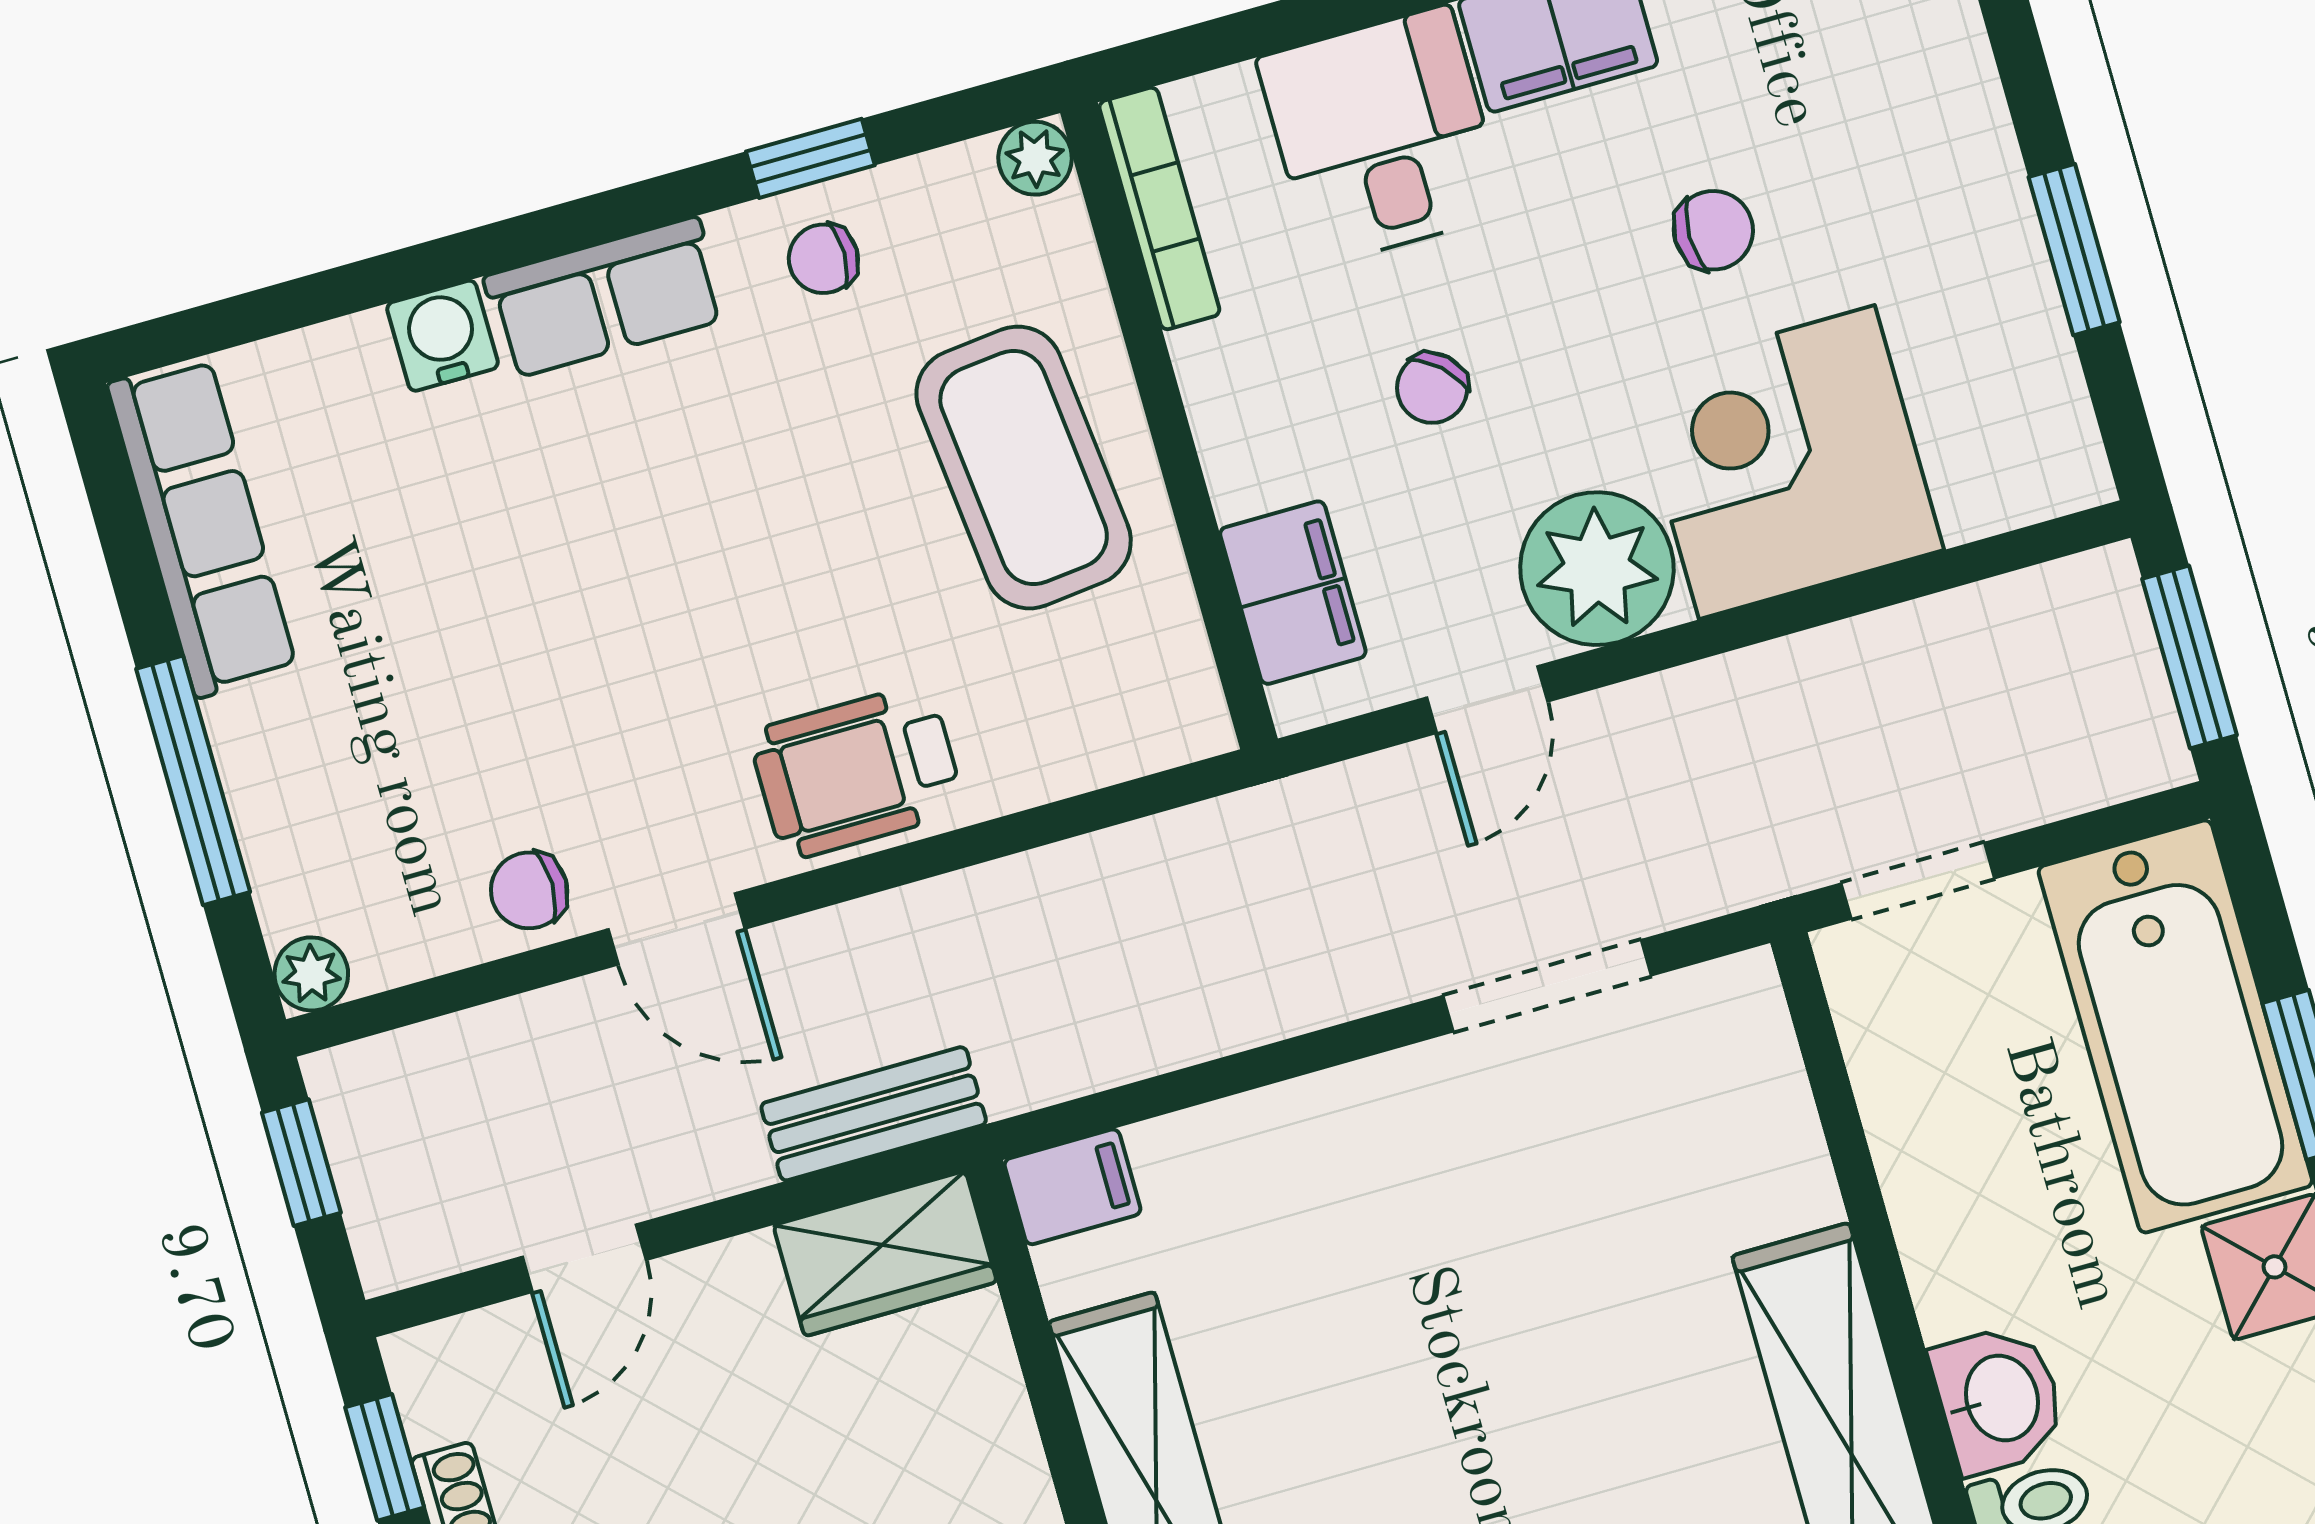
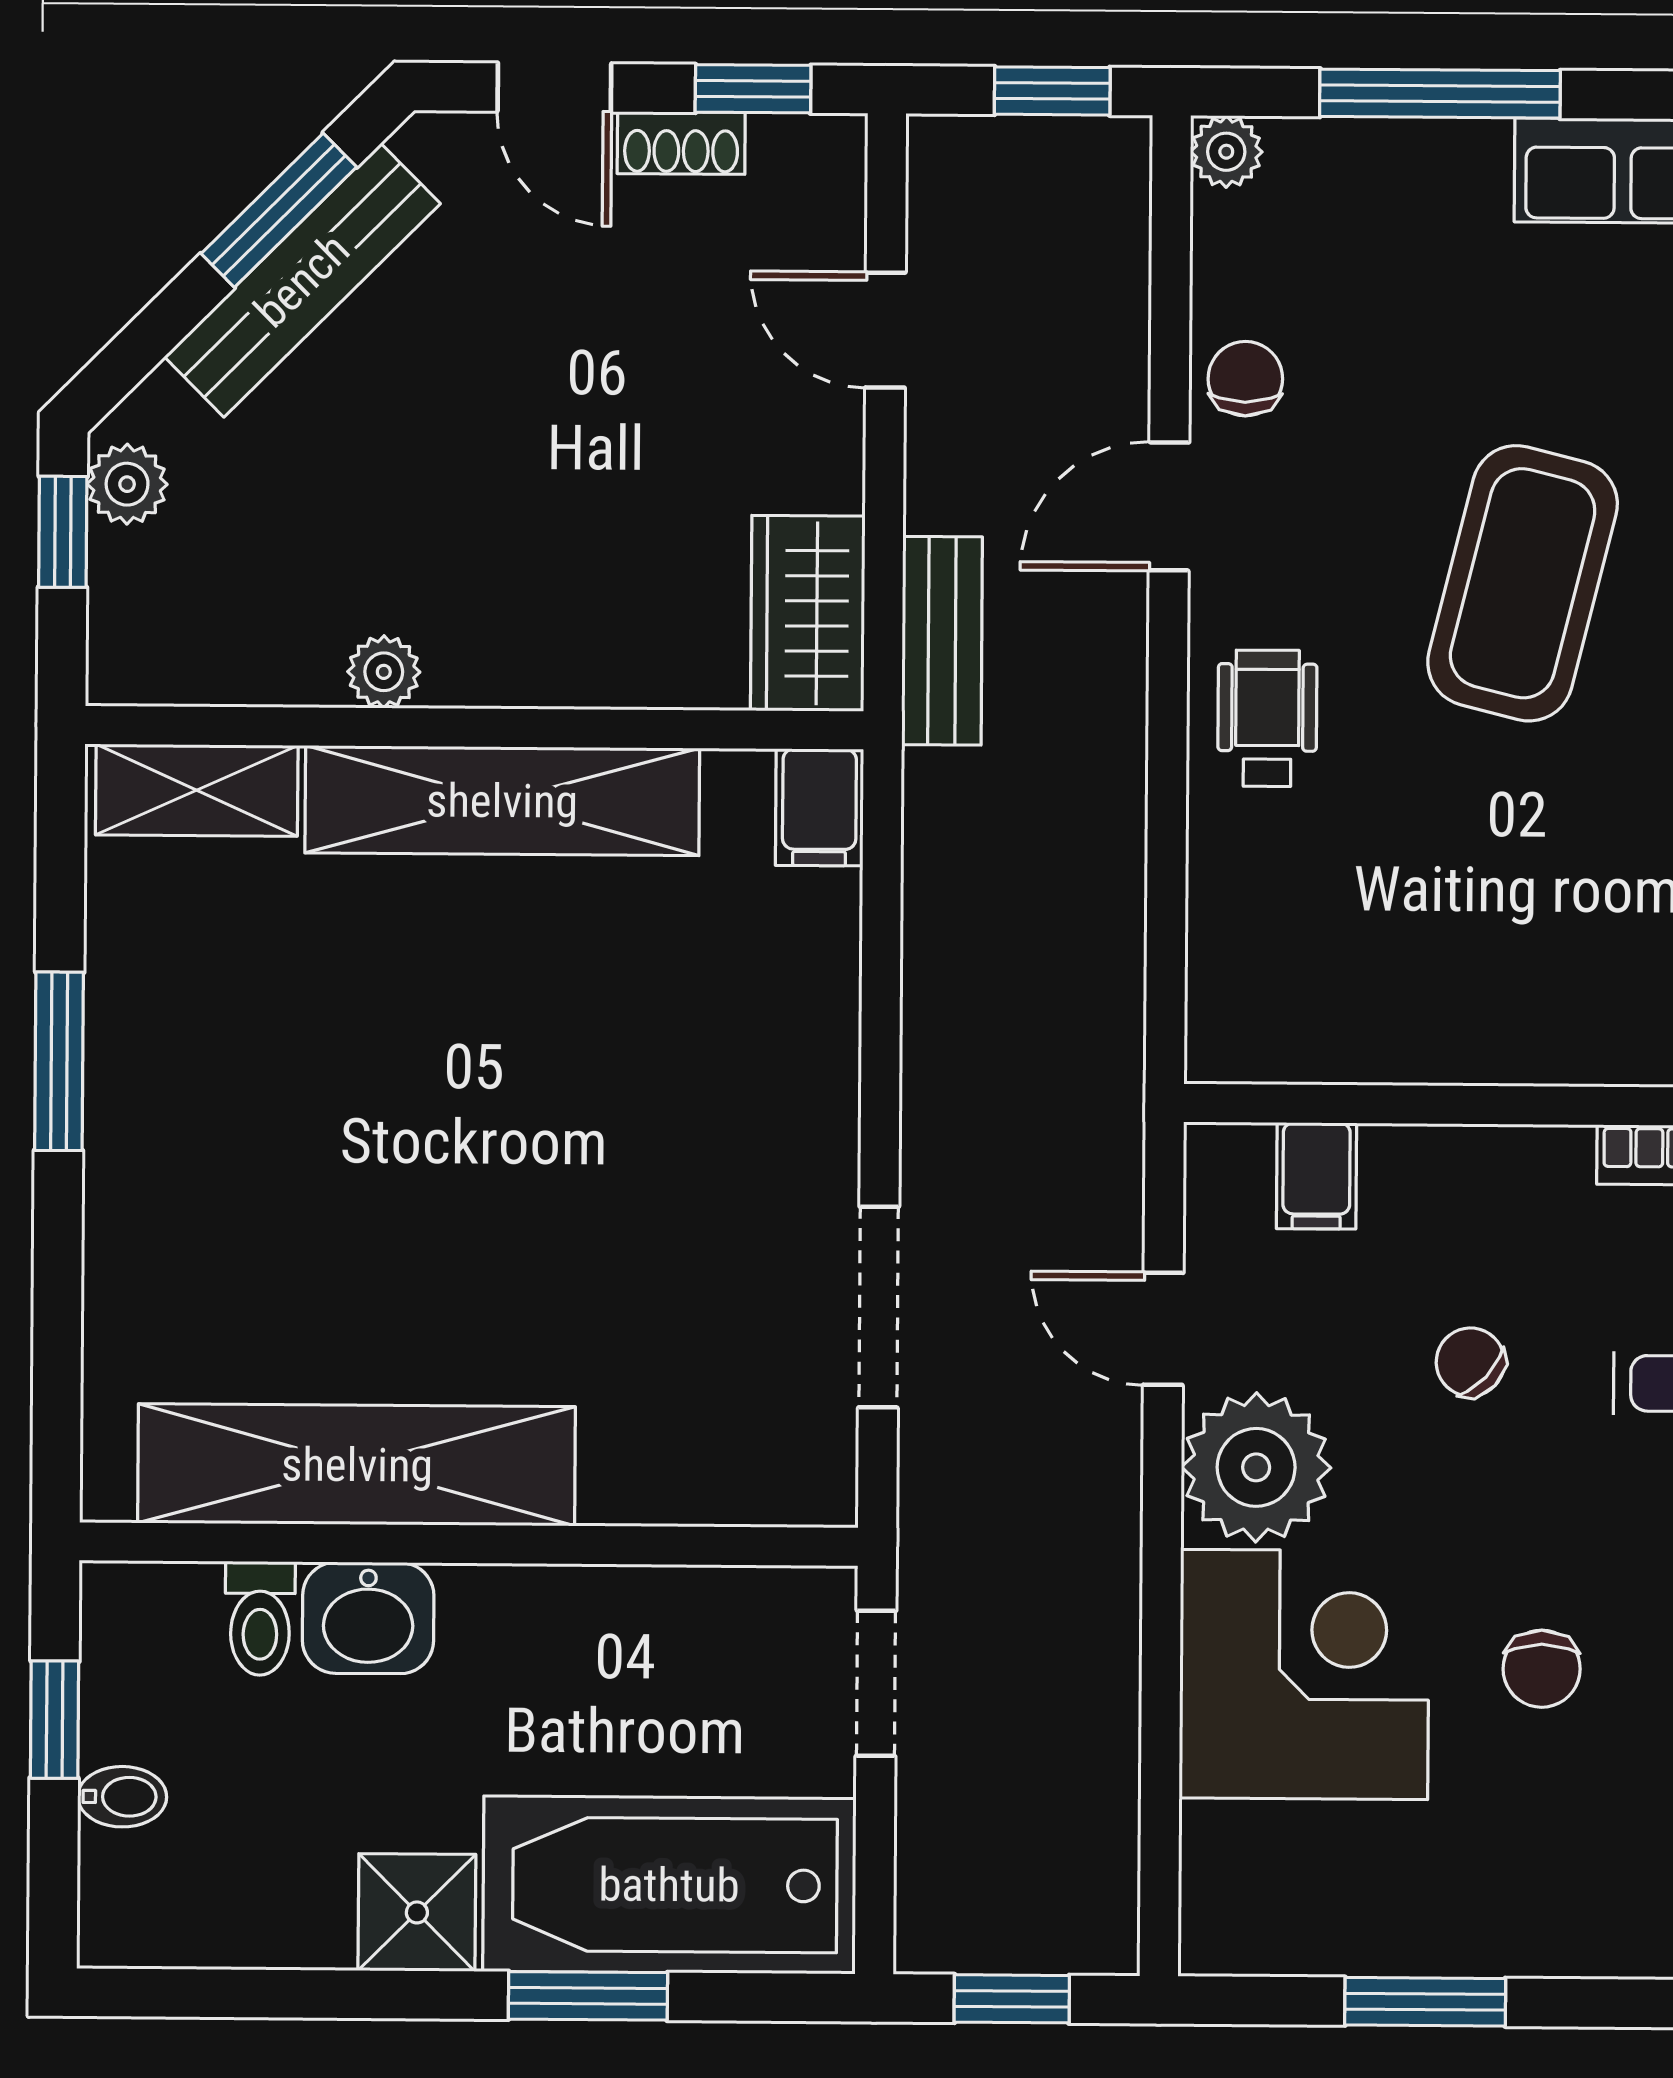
coffee table: (1024, 468) -> (1523, 583), moved, turned -70
filing cabinet: (1293, 593) -> (1316, 1176), width x0.50
window: (2189, 657) -> (1012, 1999), width x0.67
wheelchair: (857, 772) -> (1267, 718), width x0.73, depth x0.73

